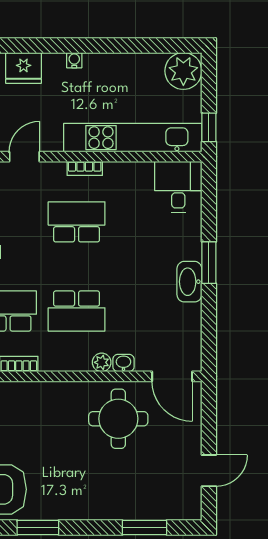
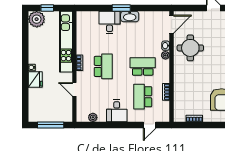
fridge: (24, 68) -> (35, 79), moved
window: (209, 127) -> (47, 8), moved
desk: (178, 187) -> (109, 22), moved, turned 90
school desk: (77, 222) -> (103, 66), turned 180
school desk: (77, 311) -> (143, 66), turned -90

